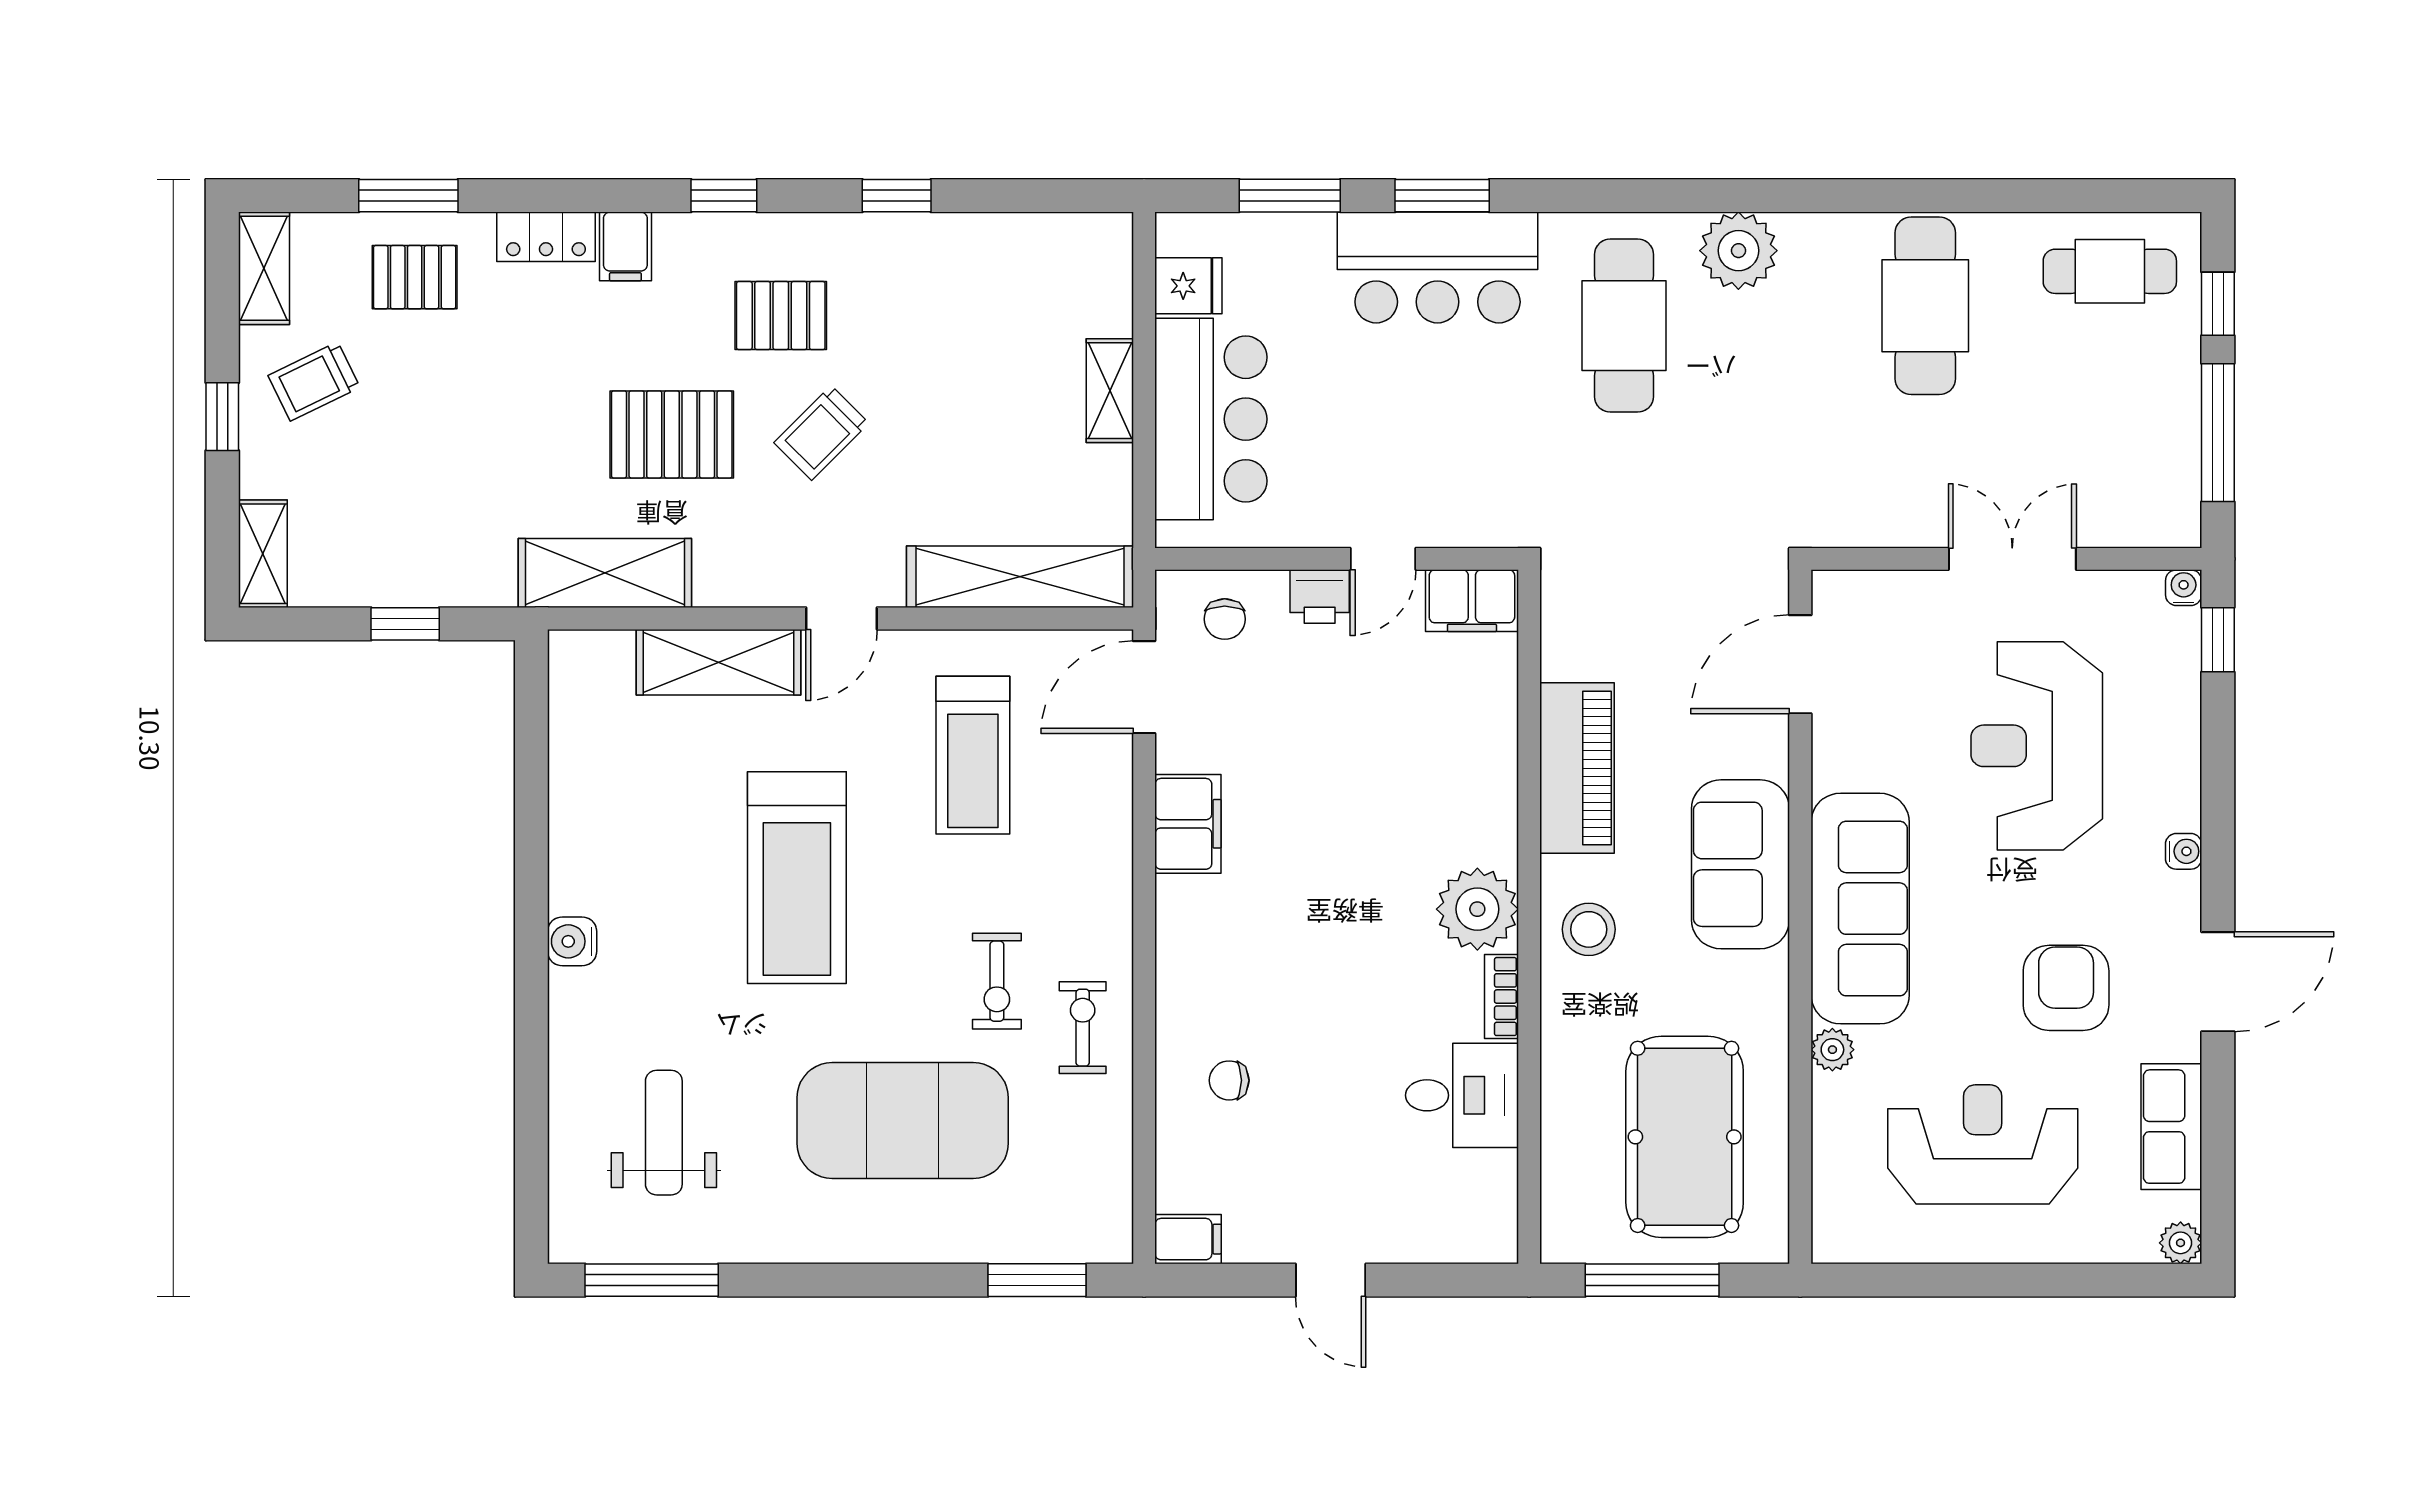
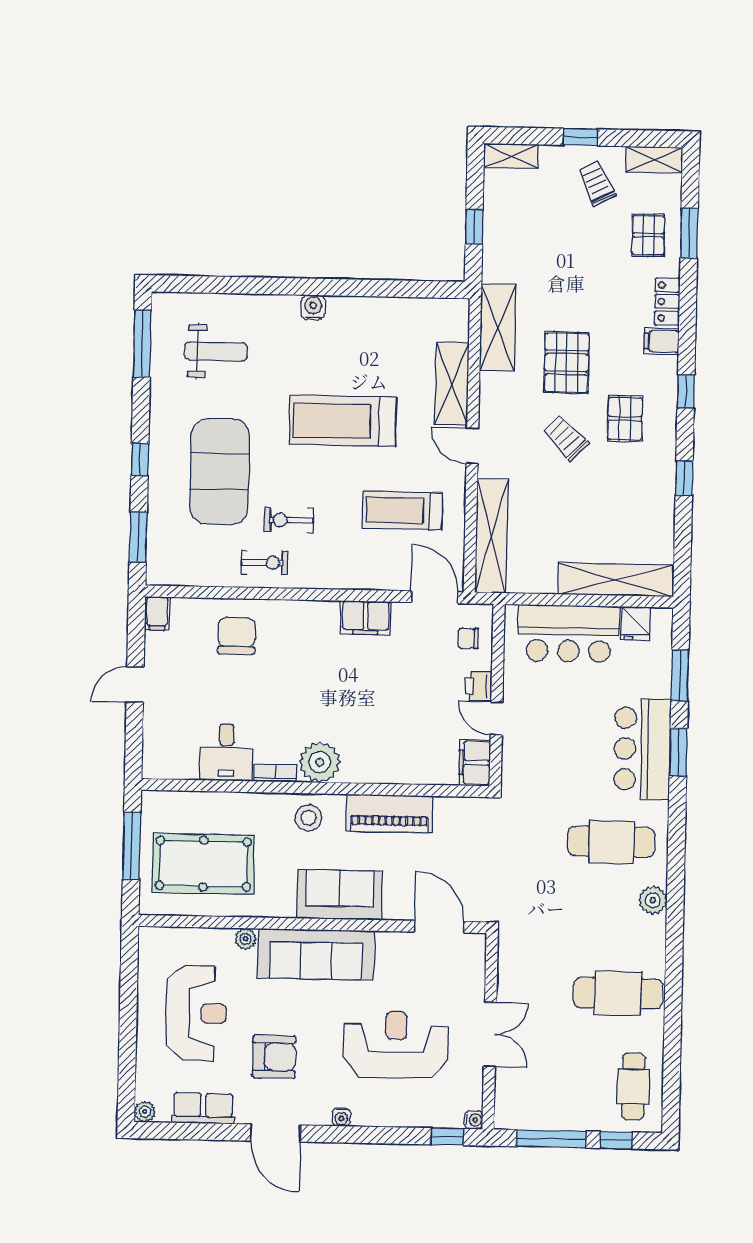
plant: (1738, 251) -> (653, 900), width x0.73, depth x0.73
shelving: (1110, 391) -> (615, 580), width x2.20, depth x1.33
chair: (1229, 1080) -> (236, 636), width x1.87, depth x1.87
window: (882, 1280) -> (140, 459), added

